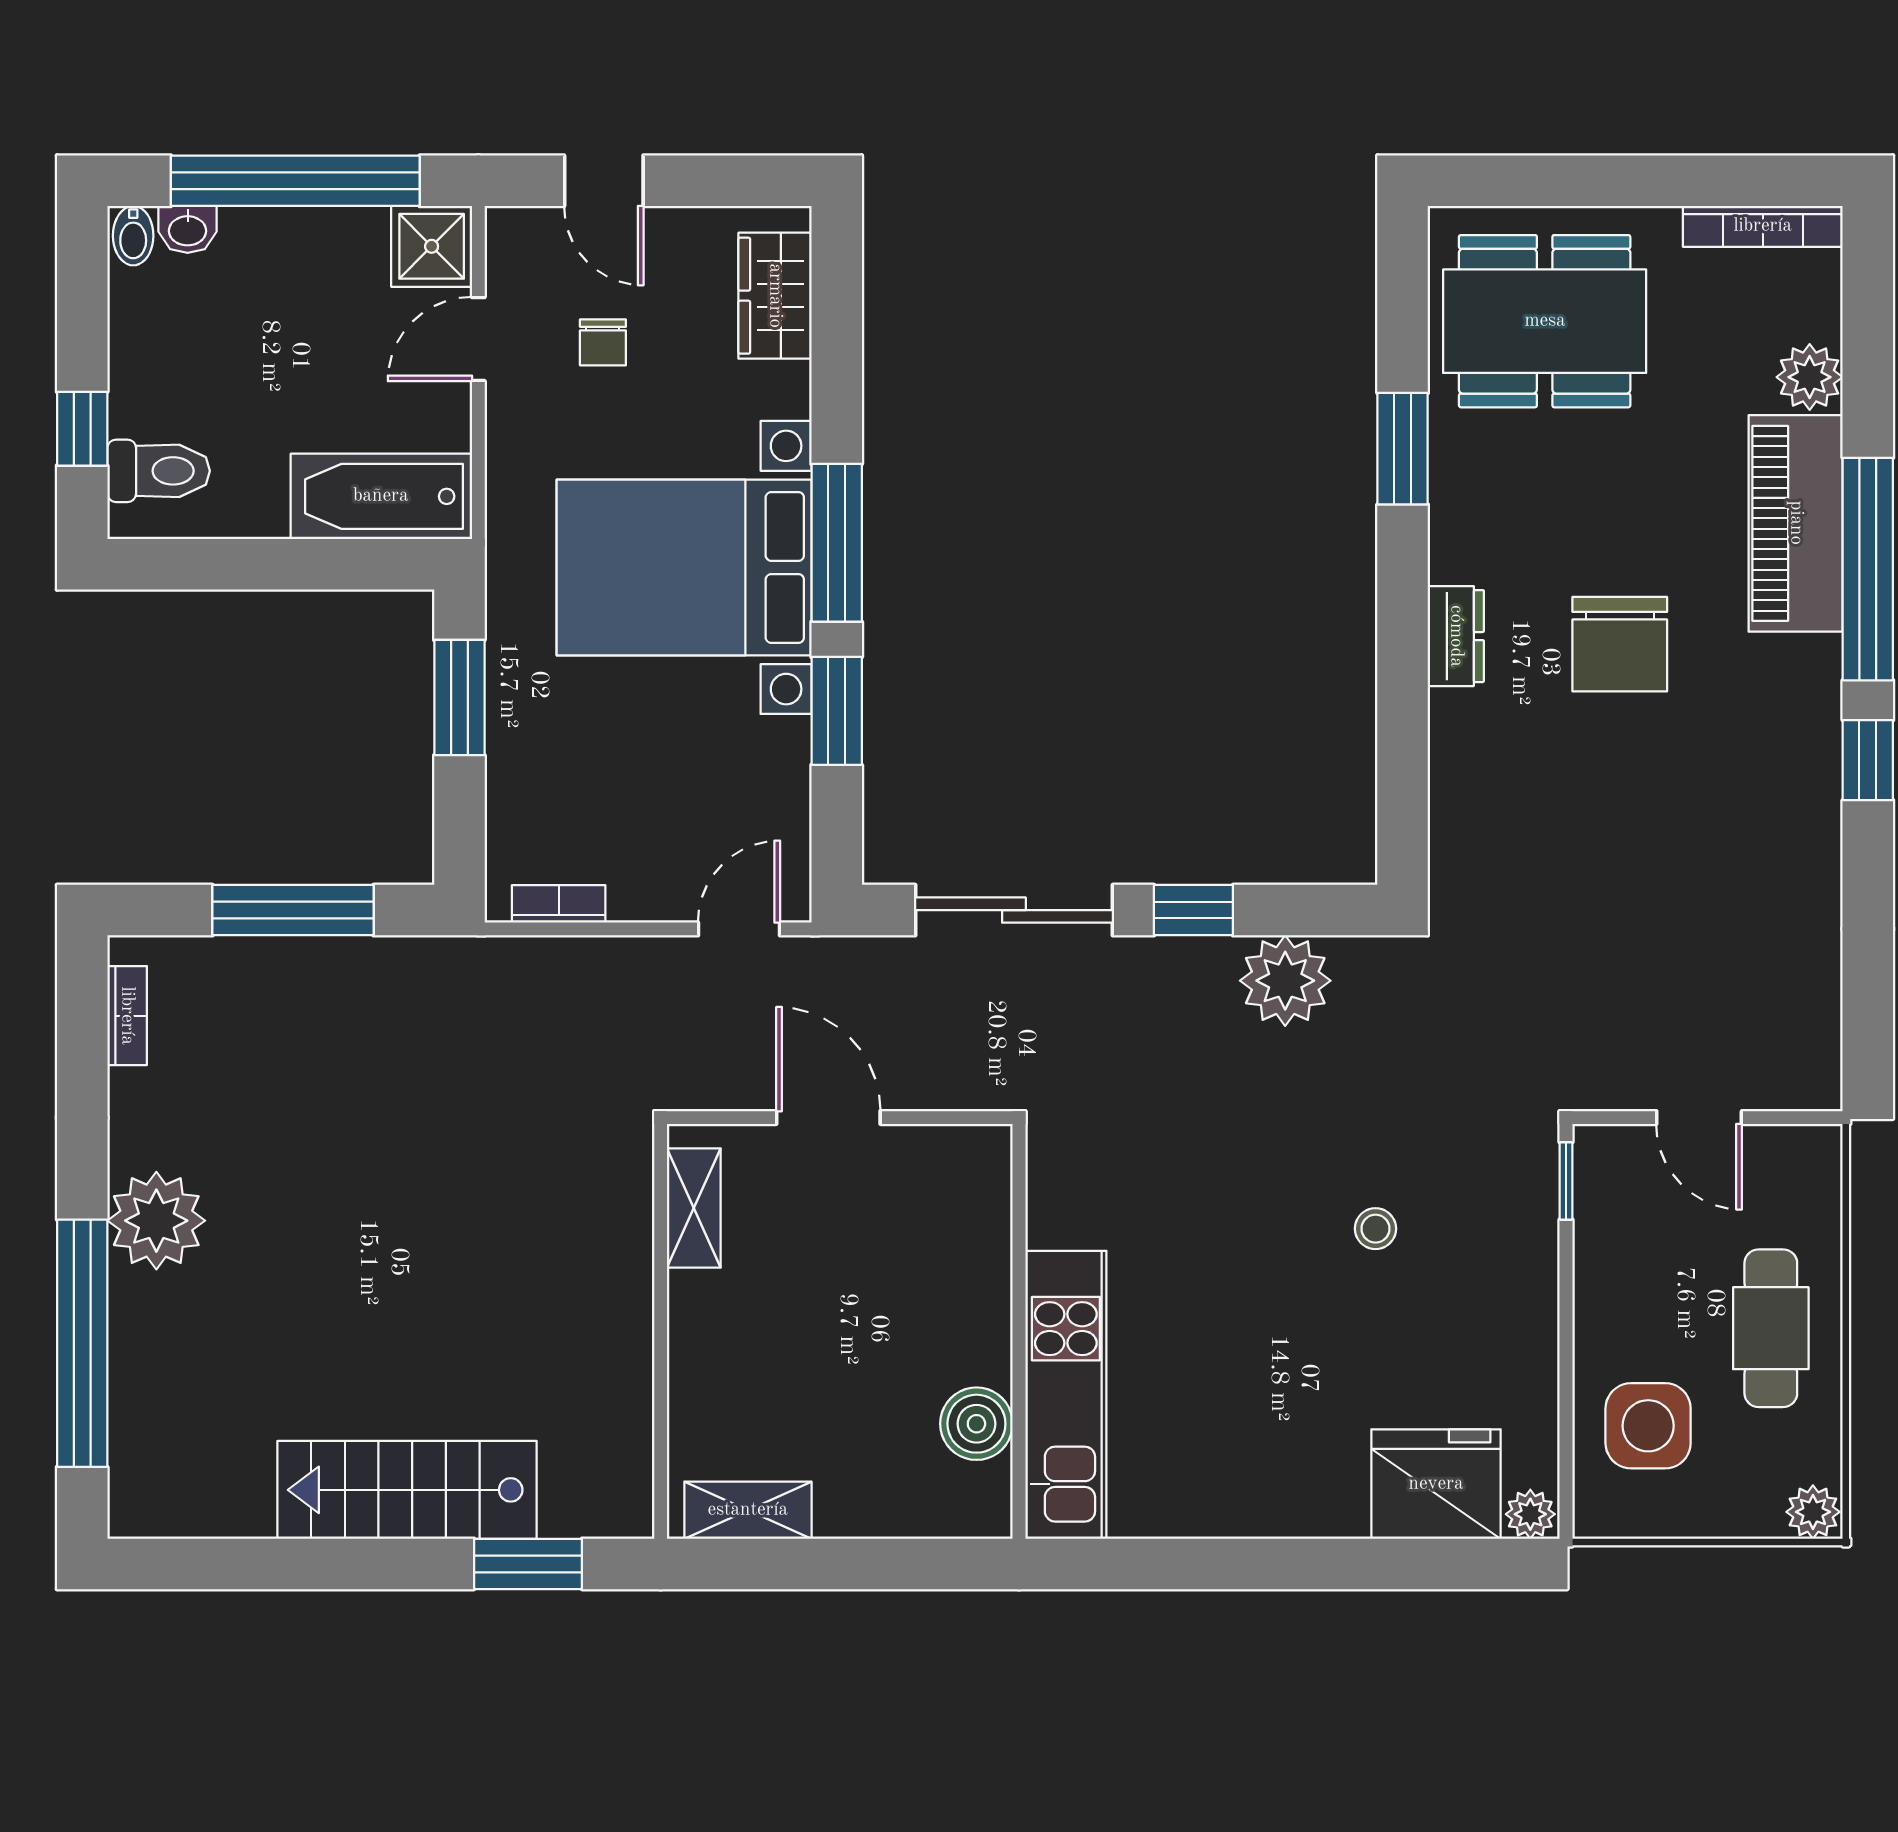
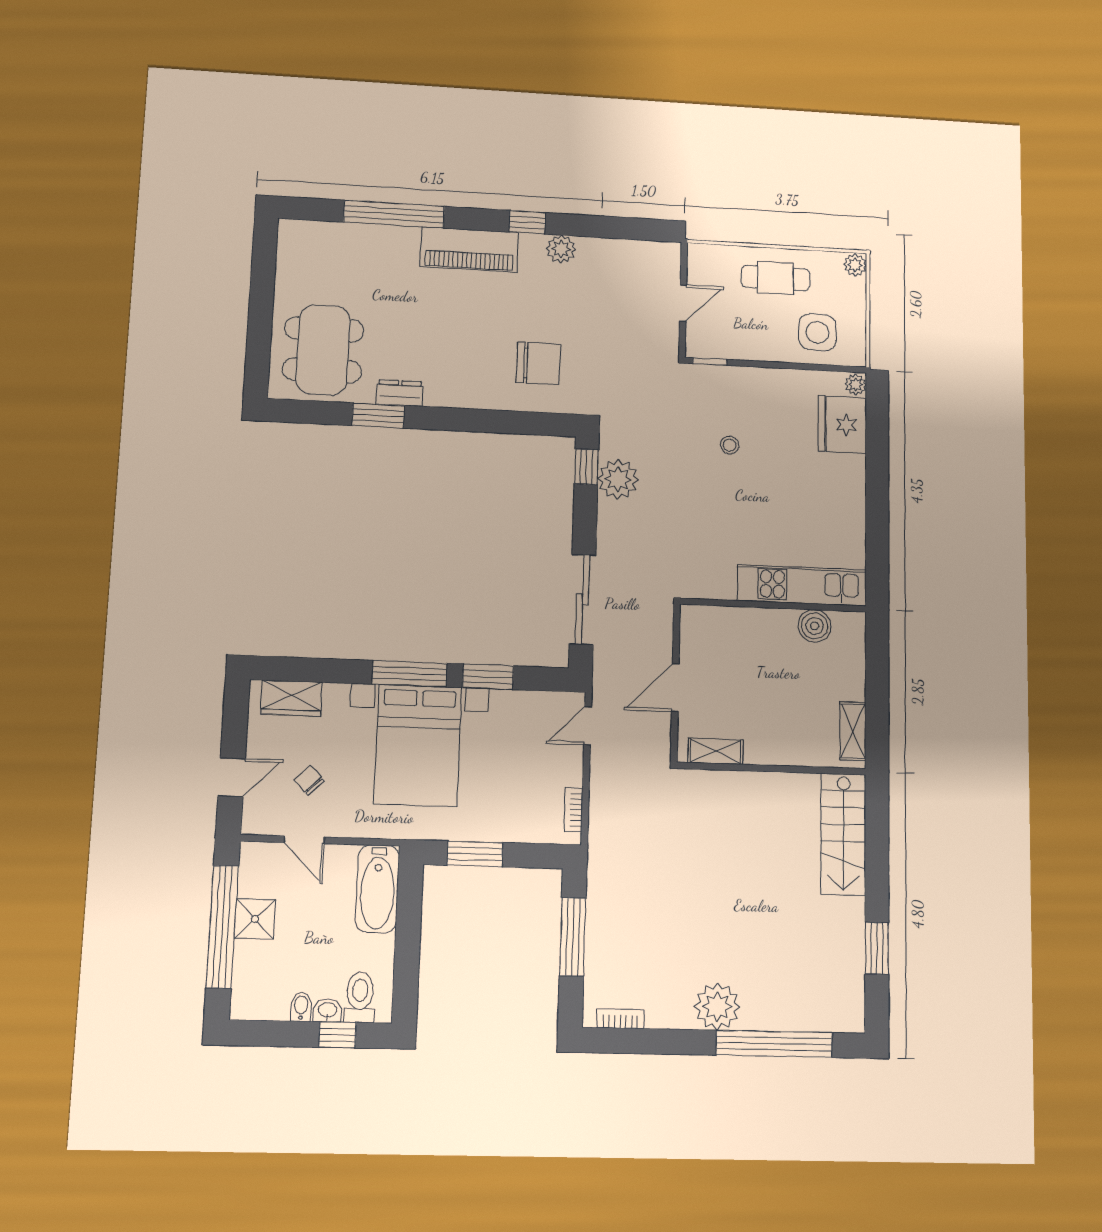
bookcase: (1763, 226) -> (285, 253), removed
washbasin: (188, 229) -> (327, 1010), moved, turned -90
bidet: (133, 236) -> (301, 1007), moved, turned -90
shower: (432, 246) -> (255, 919), moved
chair: (603, 342) -> (309, 780), turned -134
plant: (1810, 377) -> (561, 249), moved
piano: (1796, 523) -> (469, 250), moved
window: (1868, 569) -> (394, 214), moved
dresser: (1456, 636) -> (400, 393), moved
chair: (1620, 644) -> (538, 363), moved
window: (1193, 910) -> (586, 467), moved
door: (739, 929) -> (588, 726), hinge flipped
stairs: (407, 1490) -> (843, 834), moved
window: (528, 1564) -> (877, 948), moved

